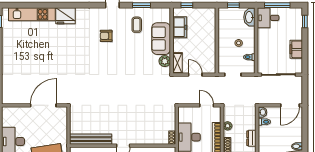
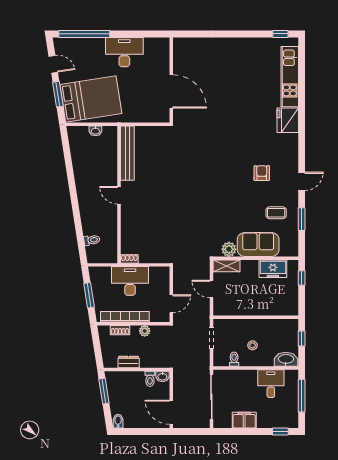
desk: (268, 18) -> (271, 384), moved
door: (195, 75) -> (211, 289), swing flipped

